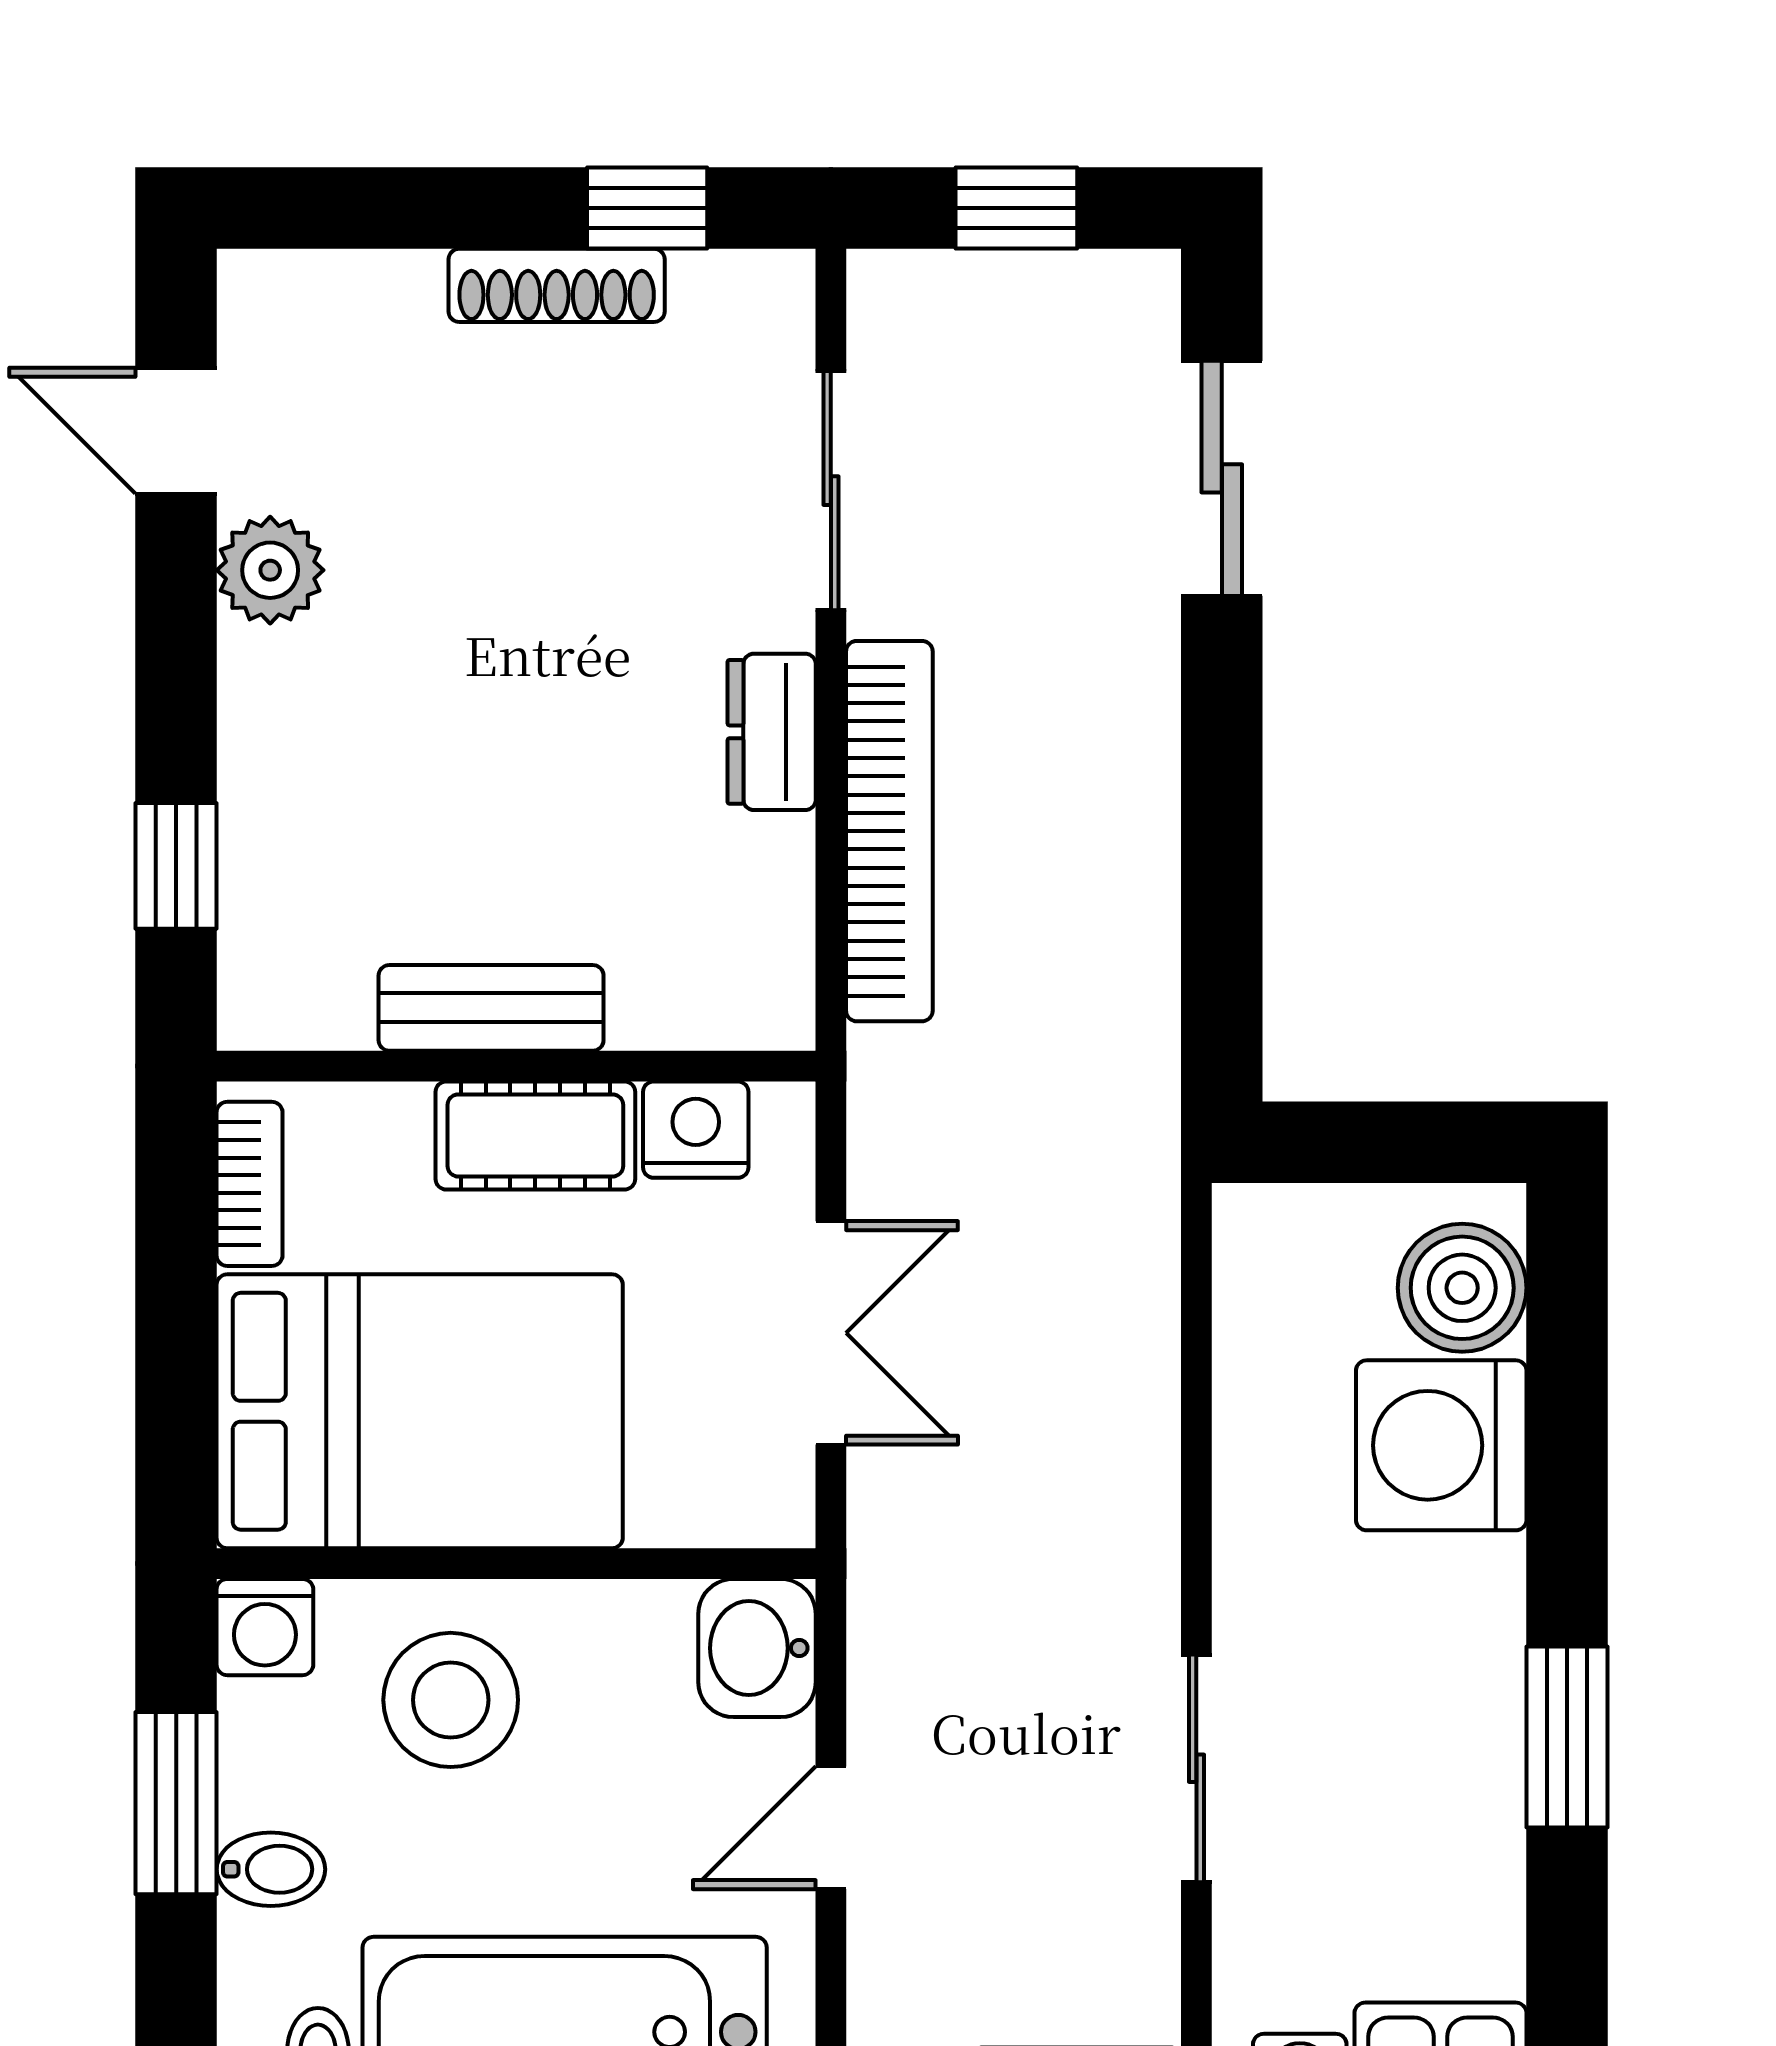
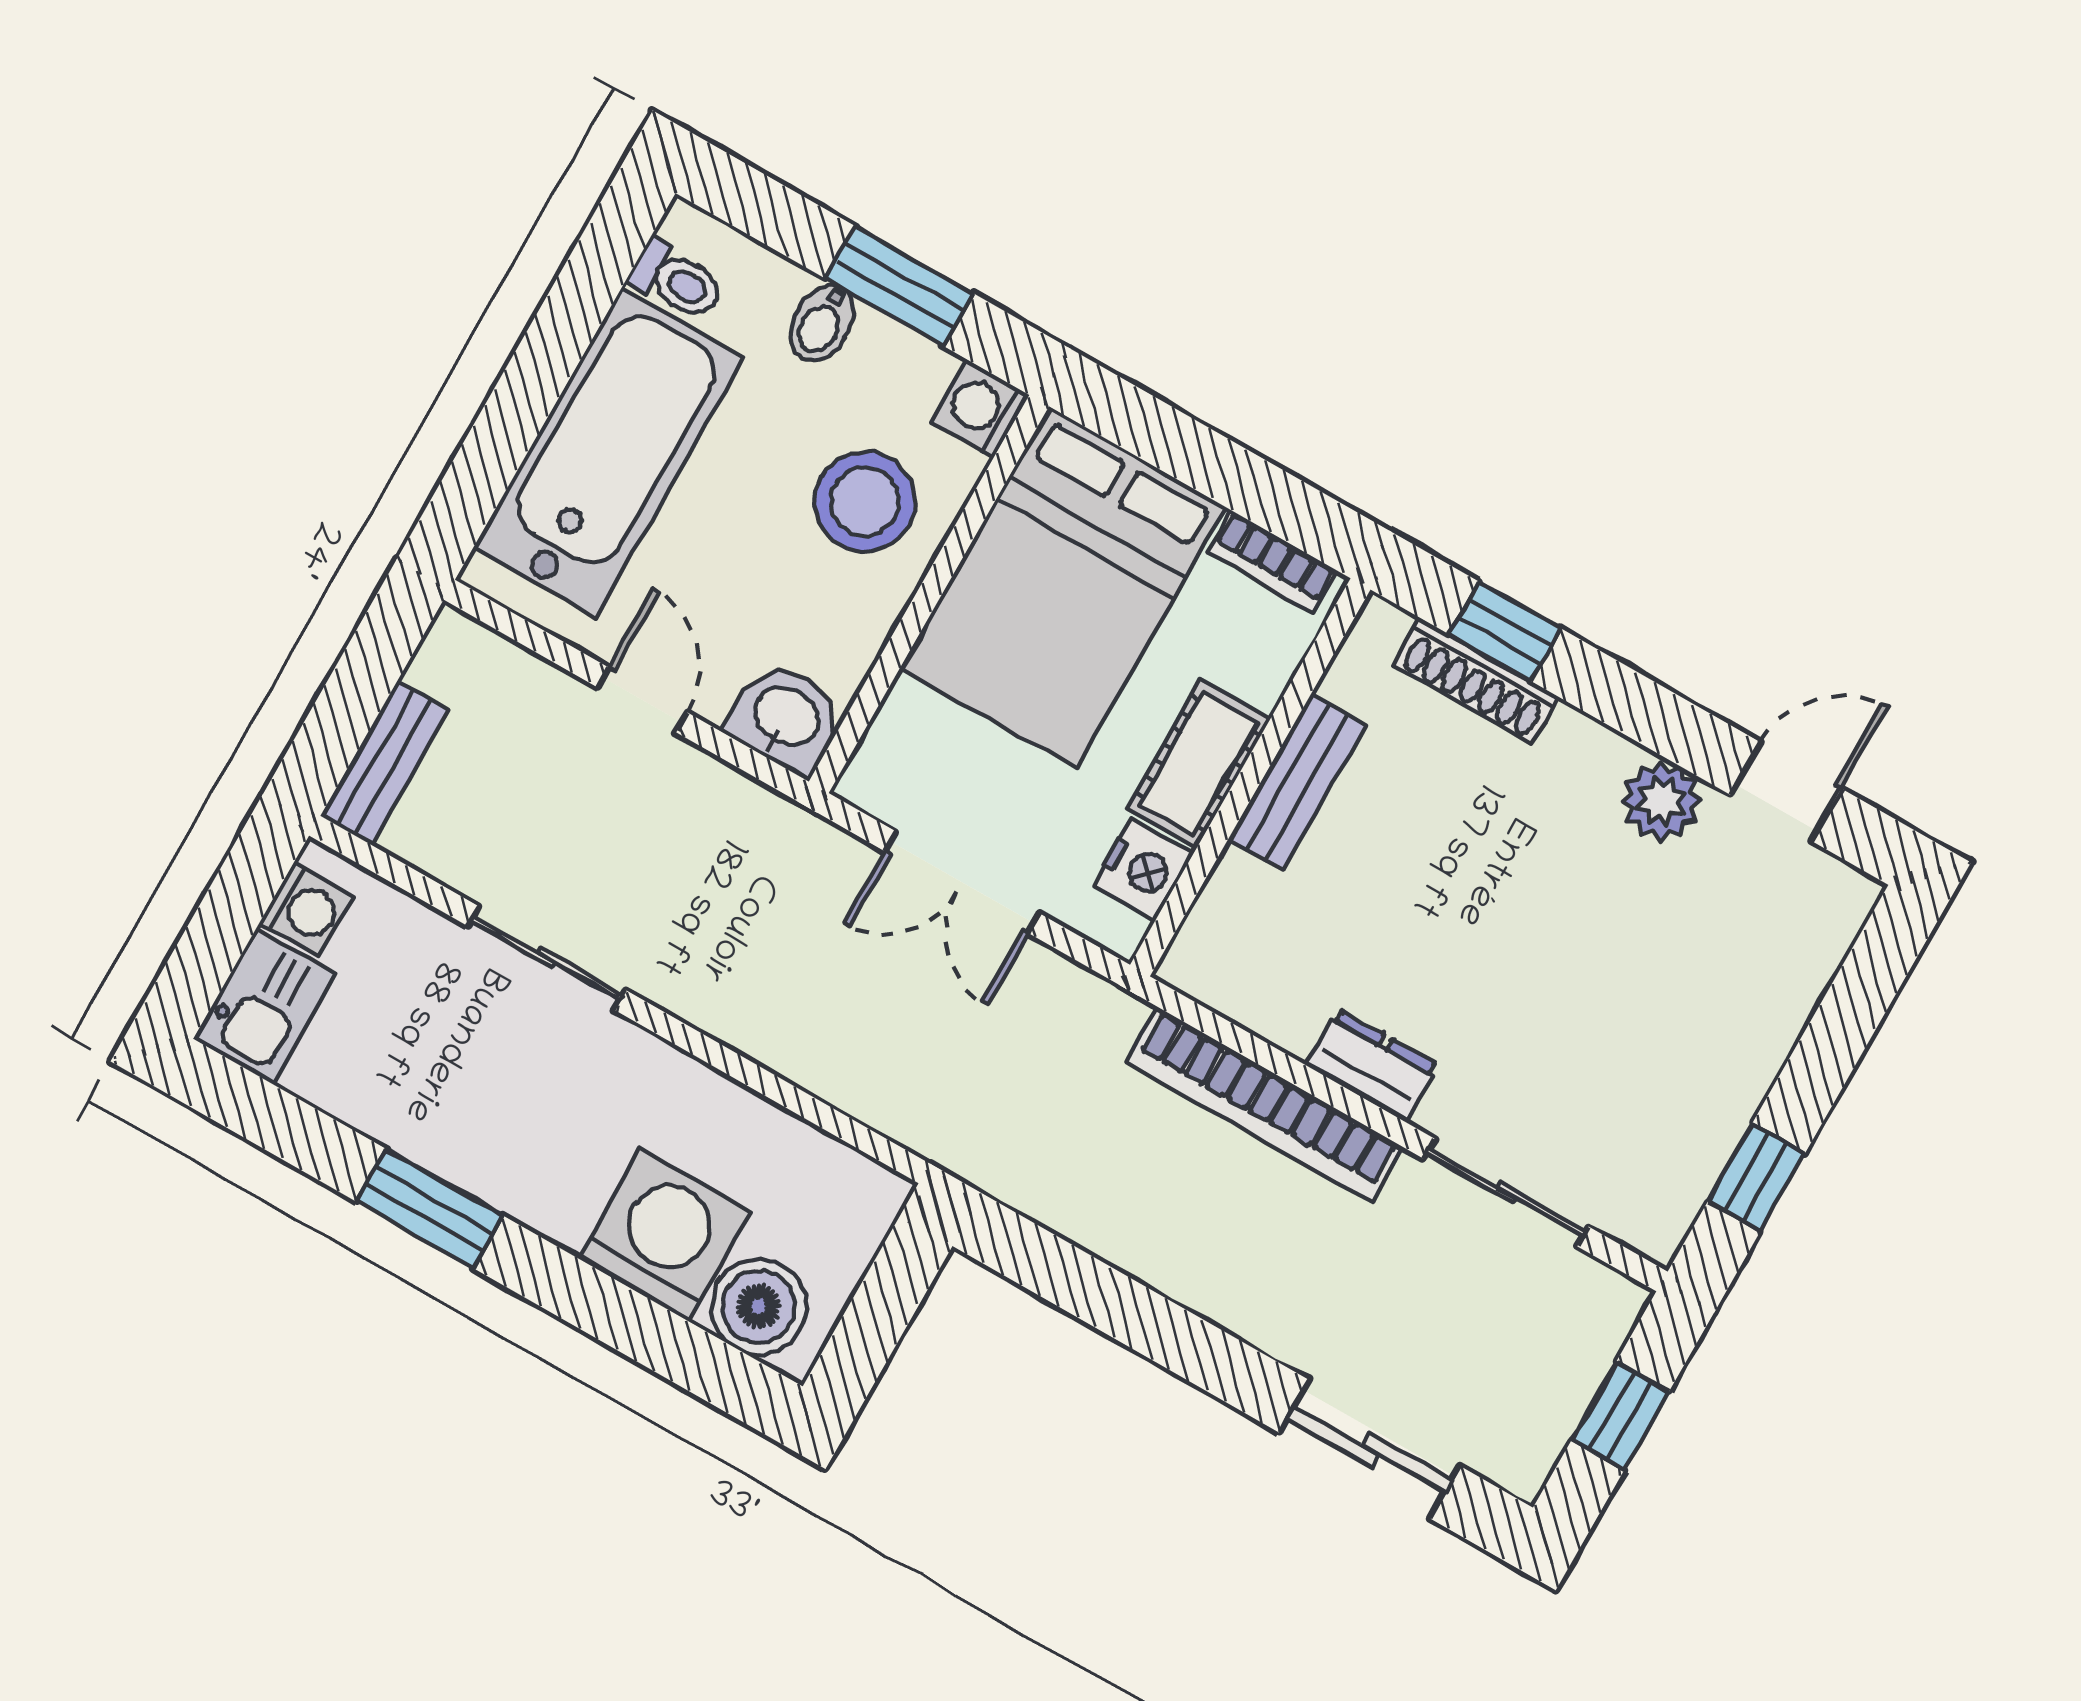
shoe rack: (557, 285) -> (1476, 681), moved, turned -90

